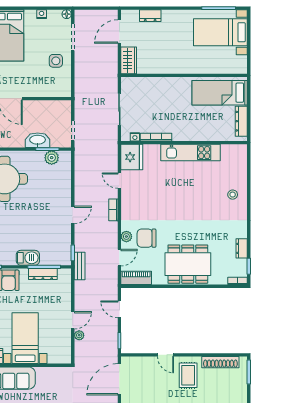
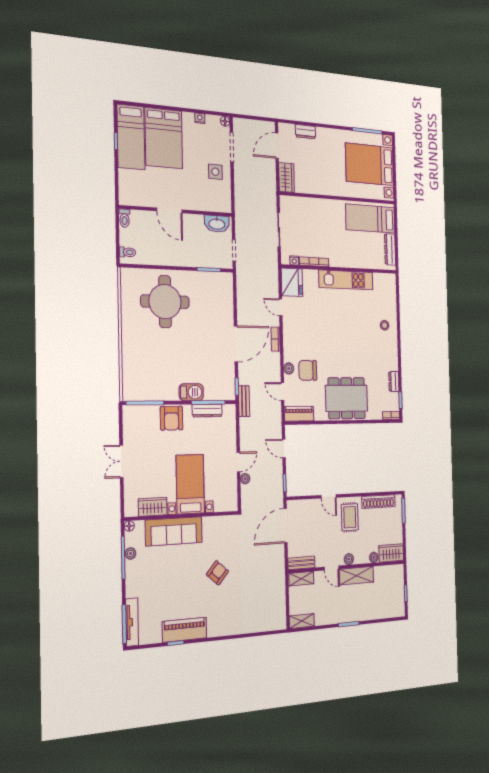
bed with nightstands: (220, 32) -> (370, 164), width x1.36
washbasin: (38, 140) -> (217, 224), moved, turned 180
plant: (52, 158) -> (213, 279), removed
door: (73, 215) -> (236, 344), width x1.87
door: (119, 258) -> (283, 392), swing flipped

